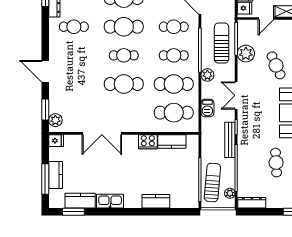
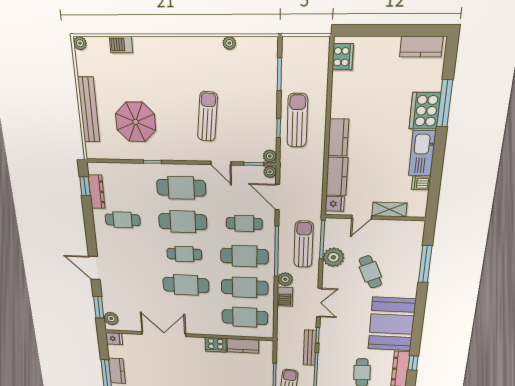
cafe table: (174, 55) -> (244, 256), width x1.37, depth x1.35
double door: (236, 95) -> (319, 303), swing flipped
barbecue: (207, 108) -> (285, 297), moved
double door: (102, 133) -> (164, 334), swing flipped

